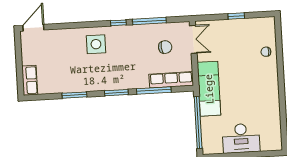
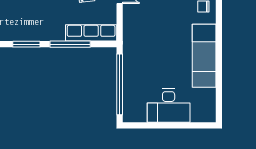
exam couch: (209, 89) -> (204, 56), moved, turned 180

